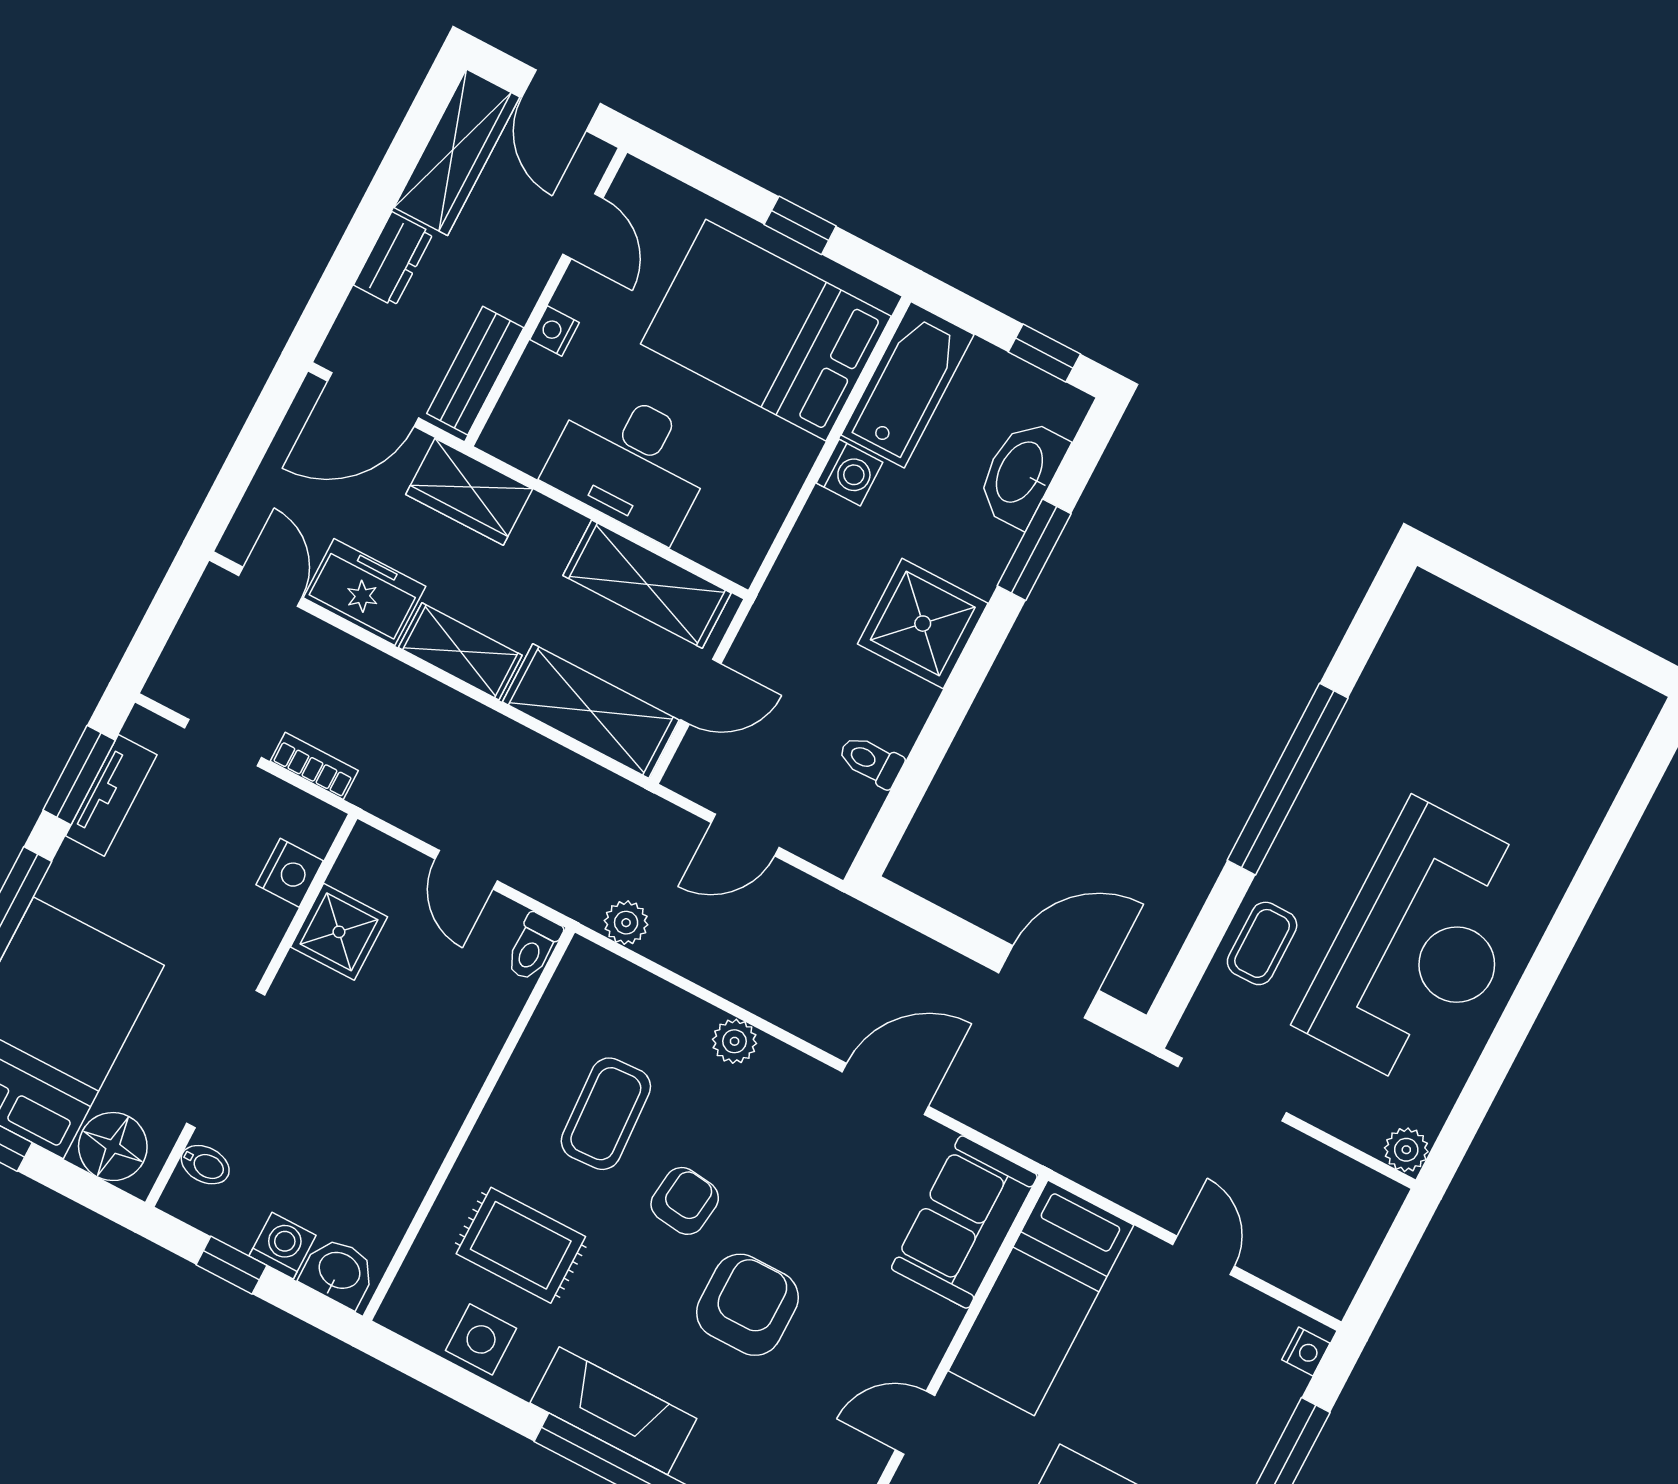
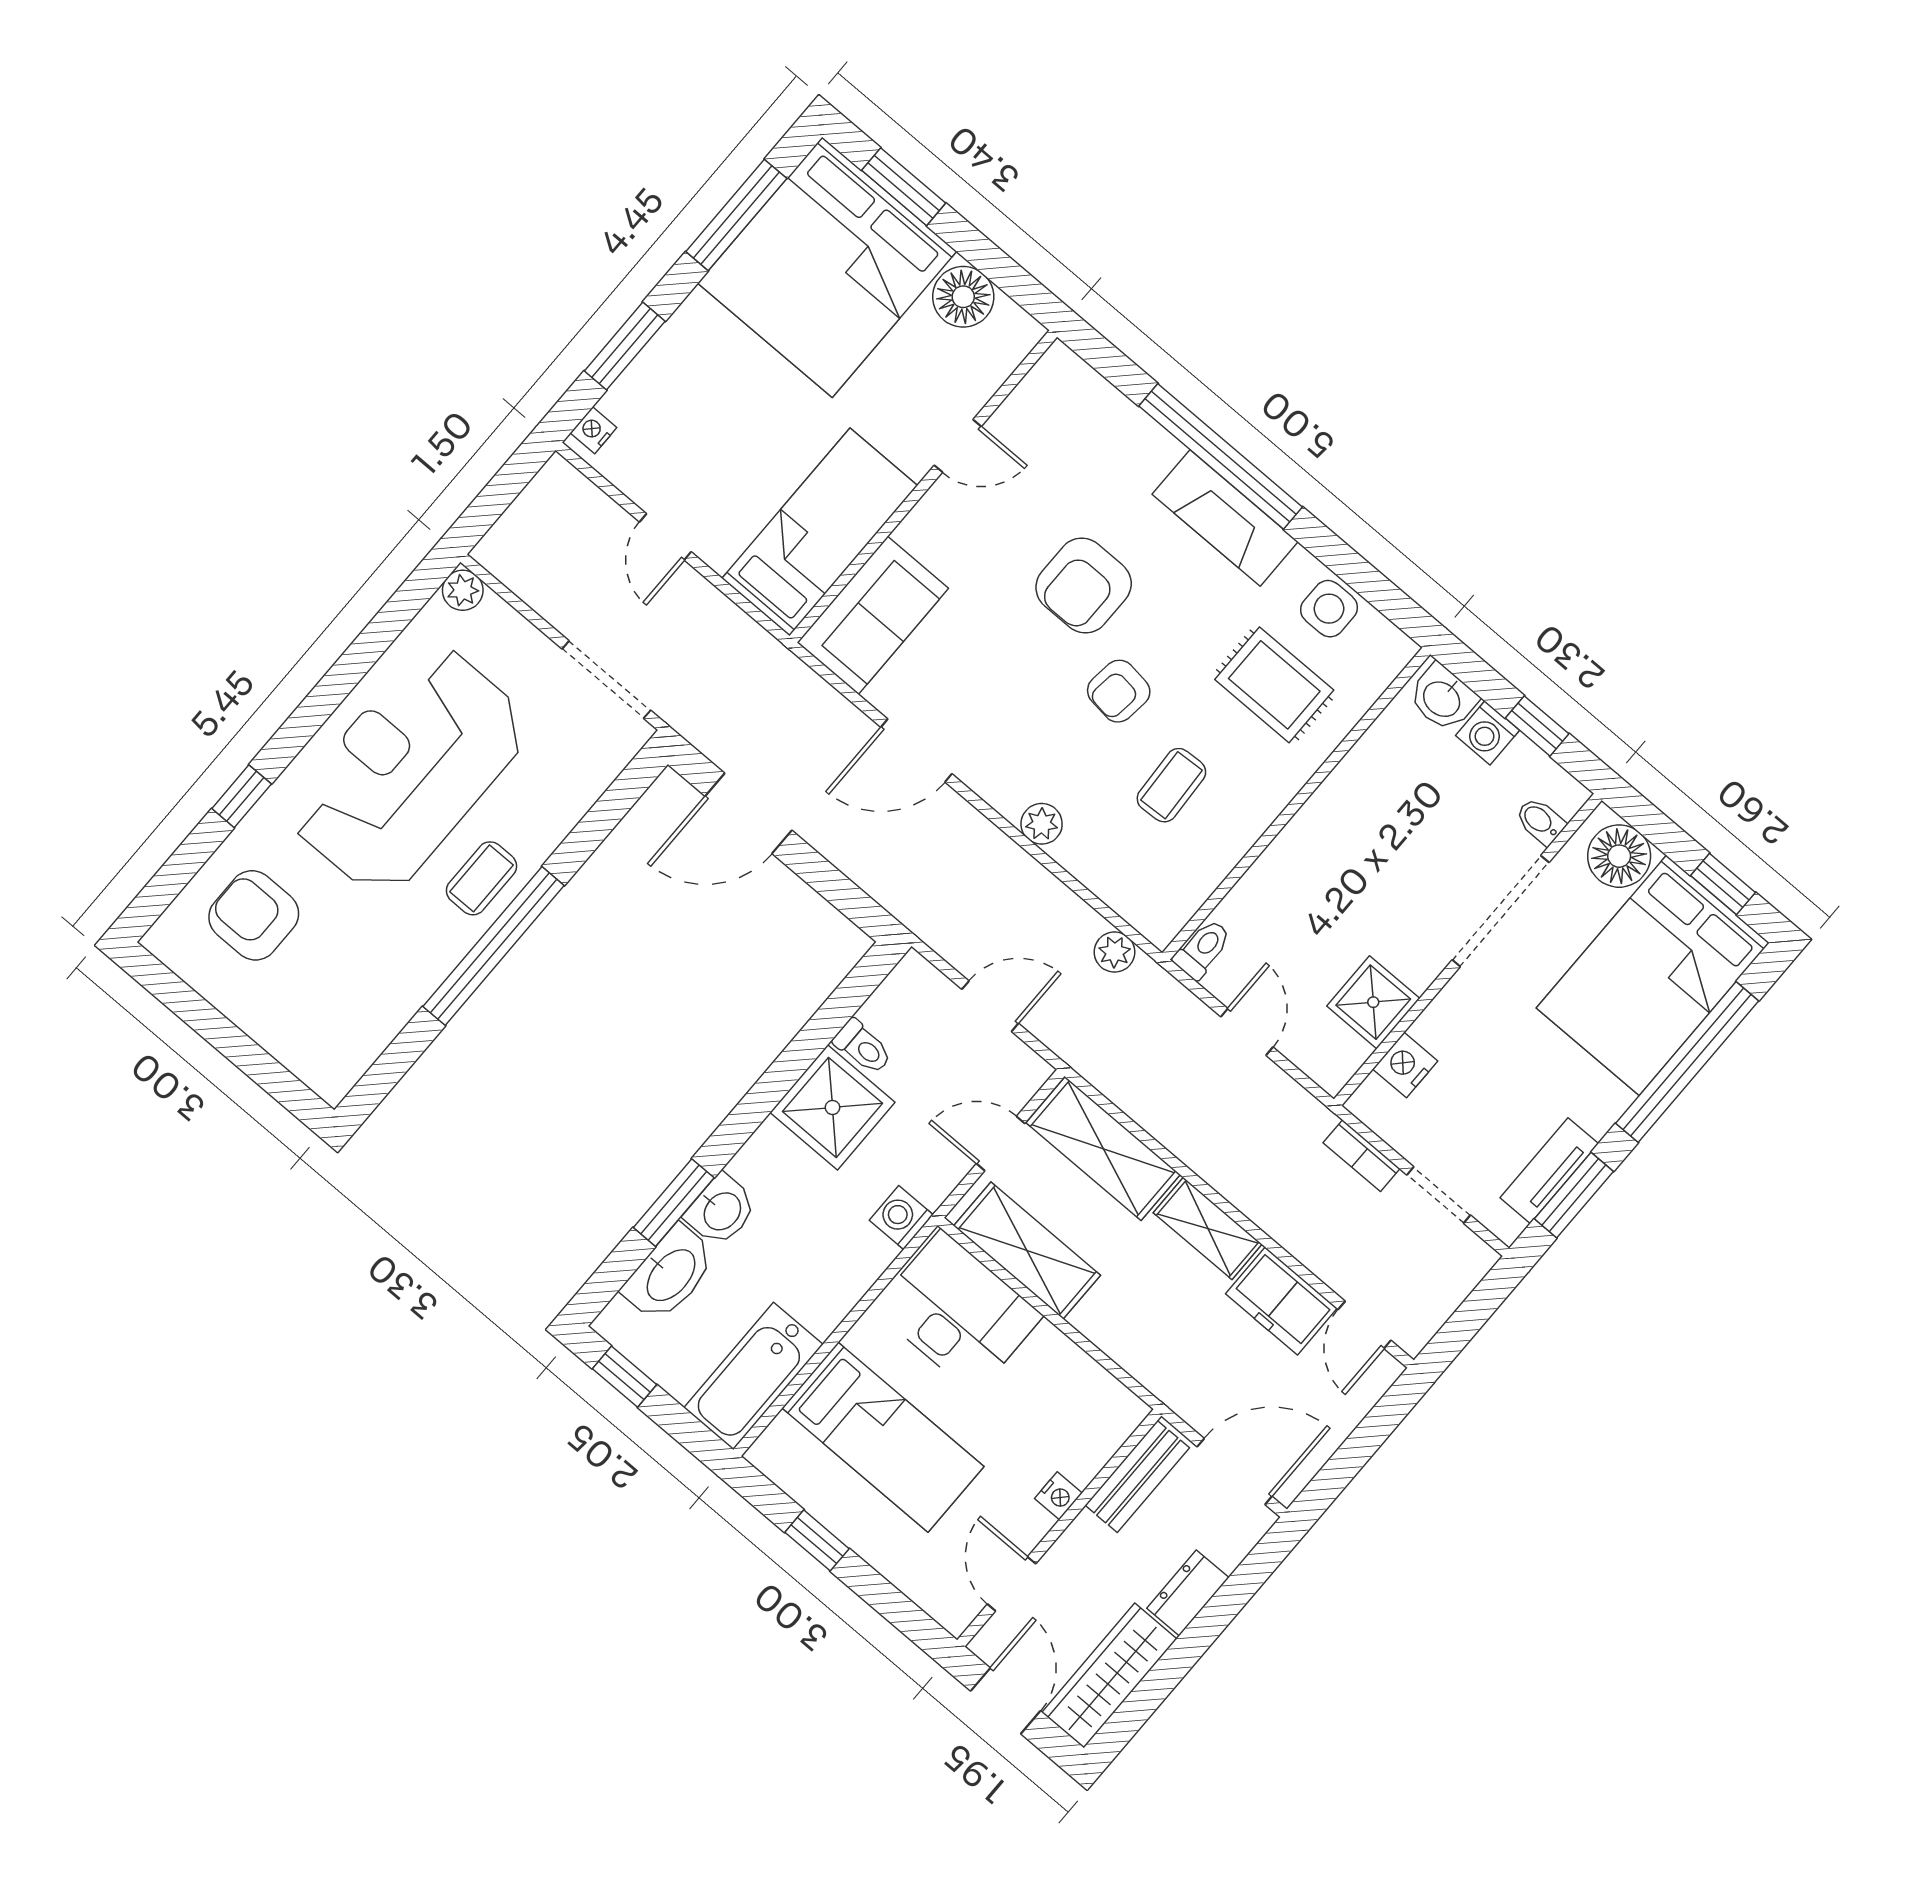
bed: (766, 330) -> (883, 1437), width x0.67
desk: (630, 462) -> (958, 1313), moved
washing machine: (850, 473) -> (901, 1218), moved
wardrobe: (469, 492) -> (1167, 1369), removed
washbasin: (982, 553) -> (721, 1210), added
shower: (923, 624) -> (832, 1107), moved
armchair: (1550, 754) -> (254, 915), added
window: (1592, 877) -> (242, 796), added
coffee table: (1262, 943) -> (482, 878), moved
coffee table: (606, 1114) -> (1171, 785), width x0.73, depth x0.77

